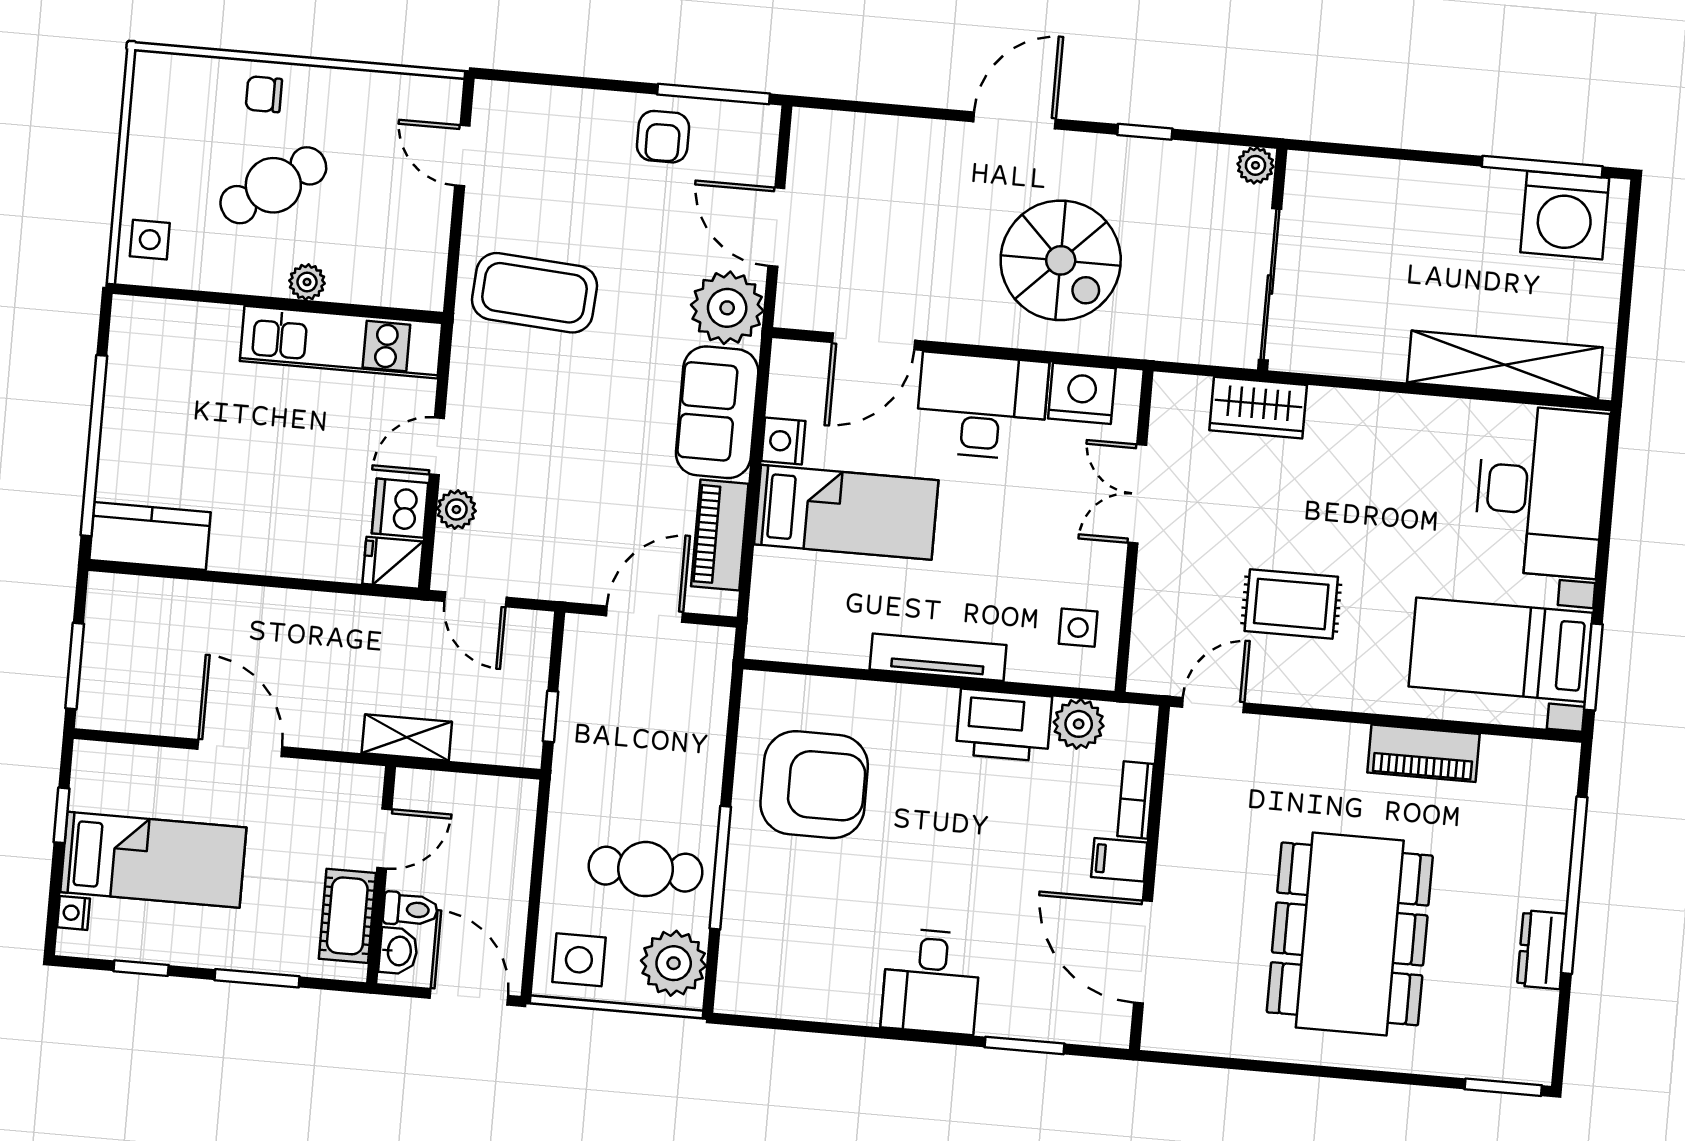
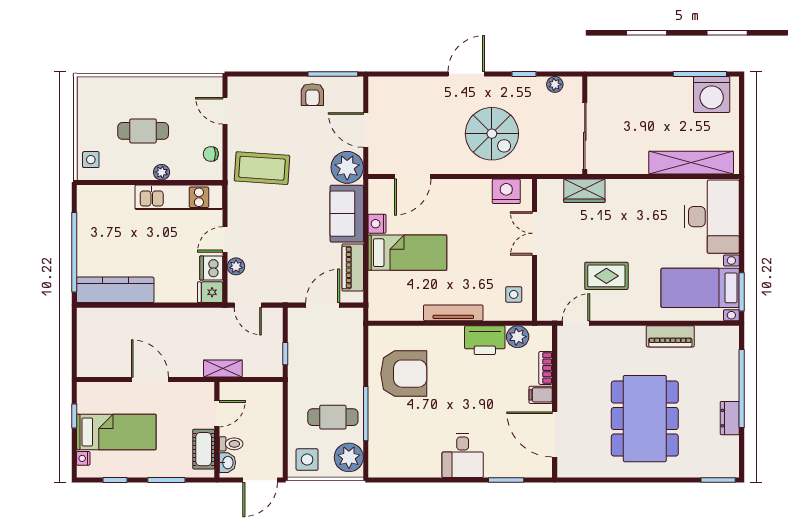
chair: (264, 94) -> (211, 154), moved
plant: (1255, 165) -> (555, 84), moved
cafe table: (273, 185) -> (143, 131), turned 34
desk: (982, 406) -> (463, 201), removed
kitchen counter: (150, 536) -> (115, 290), width x1.50
window: (75, 666) -> (74, 350), removed
door: (469, 997) -> (260, 480), swing flipped

